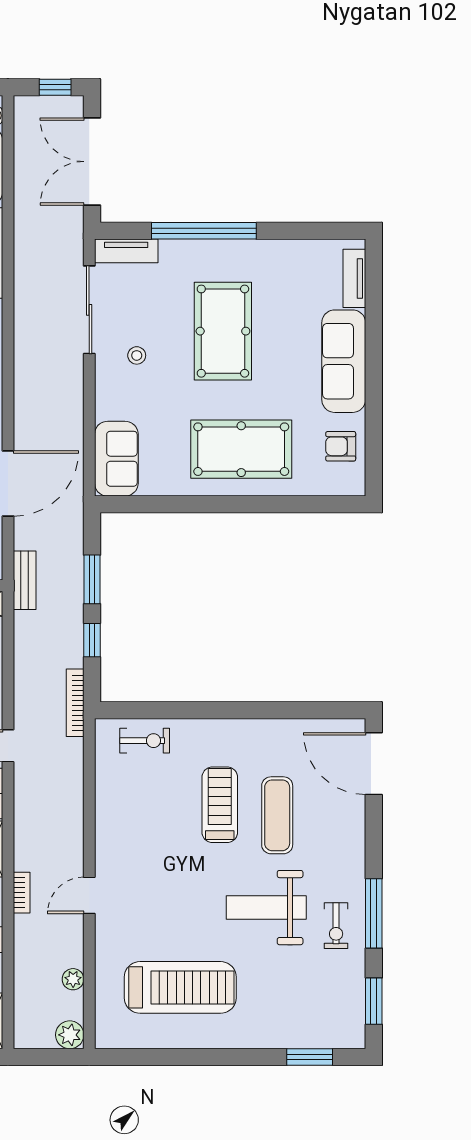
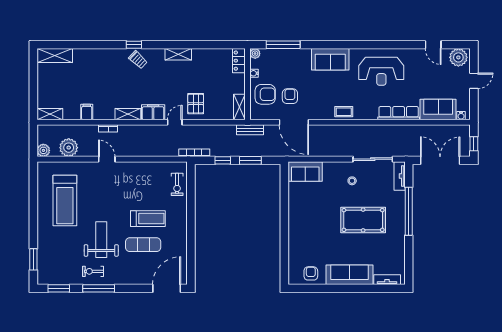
pool table: (241, 449) -> (309, 228), removed
plant: (73, 979) -> (69, 148), width x1.88, depth x1.88

